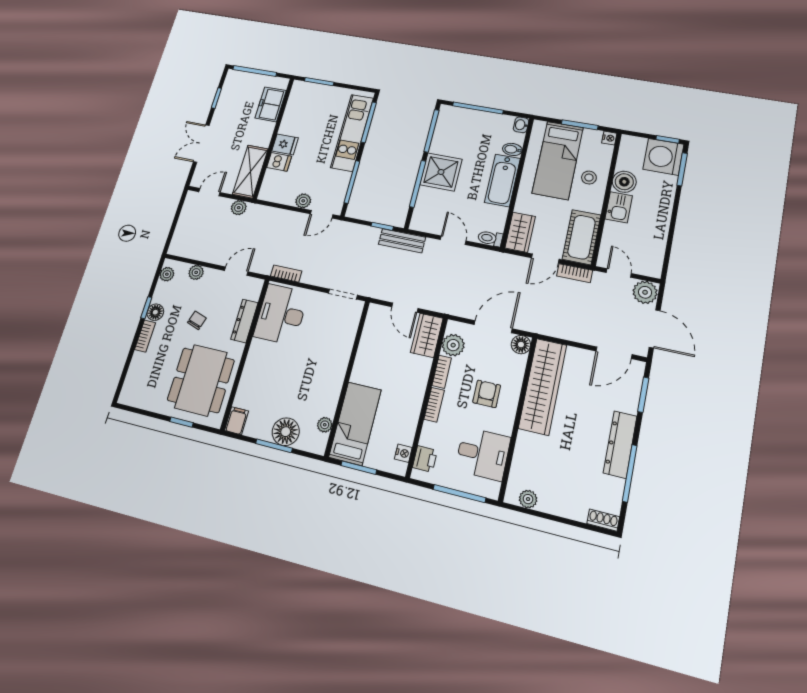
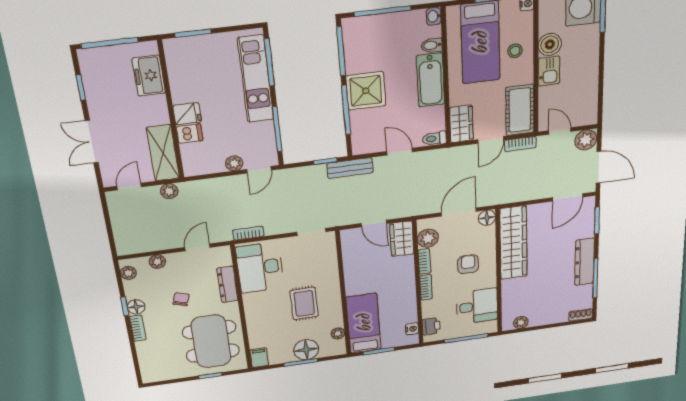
rug: (306, 373) -> (304, 303), added

